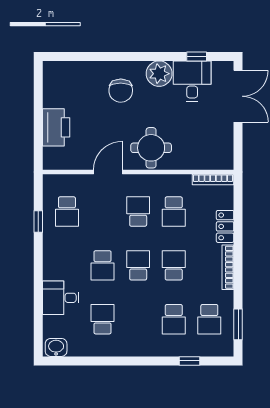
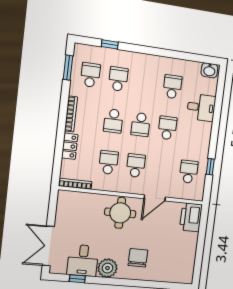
printer: (56, 127) -> (191, 217), moved
school desk: (138, 211) -> (136, 166), turned 180
school desk: (103, 319) -> (172, 87), turned 180

